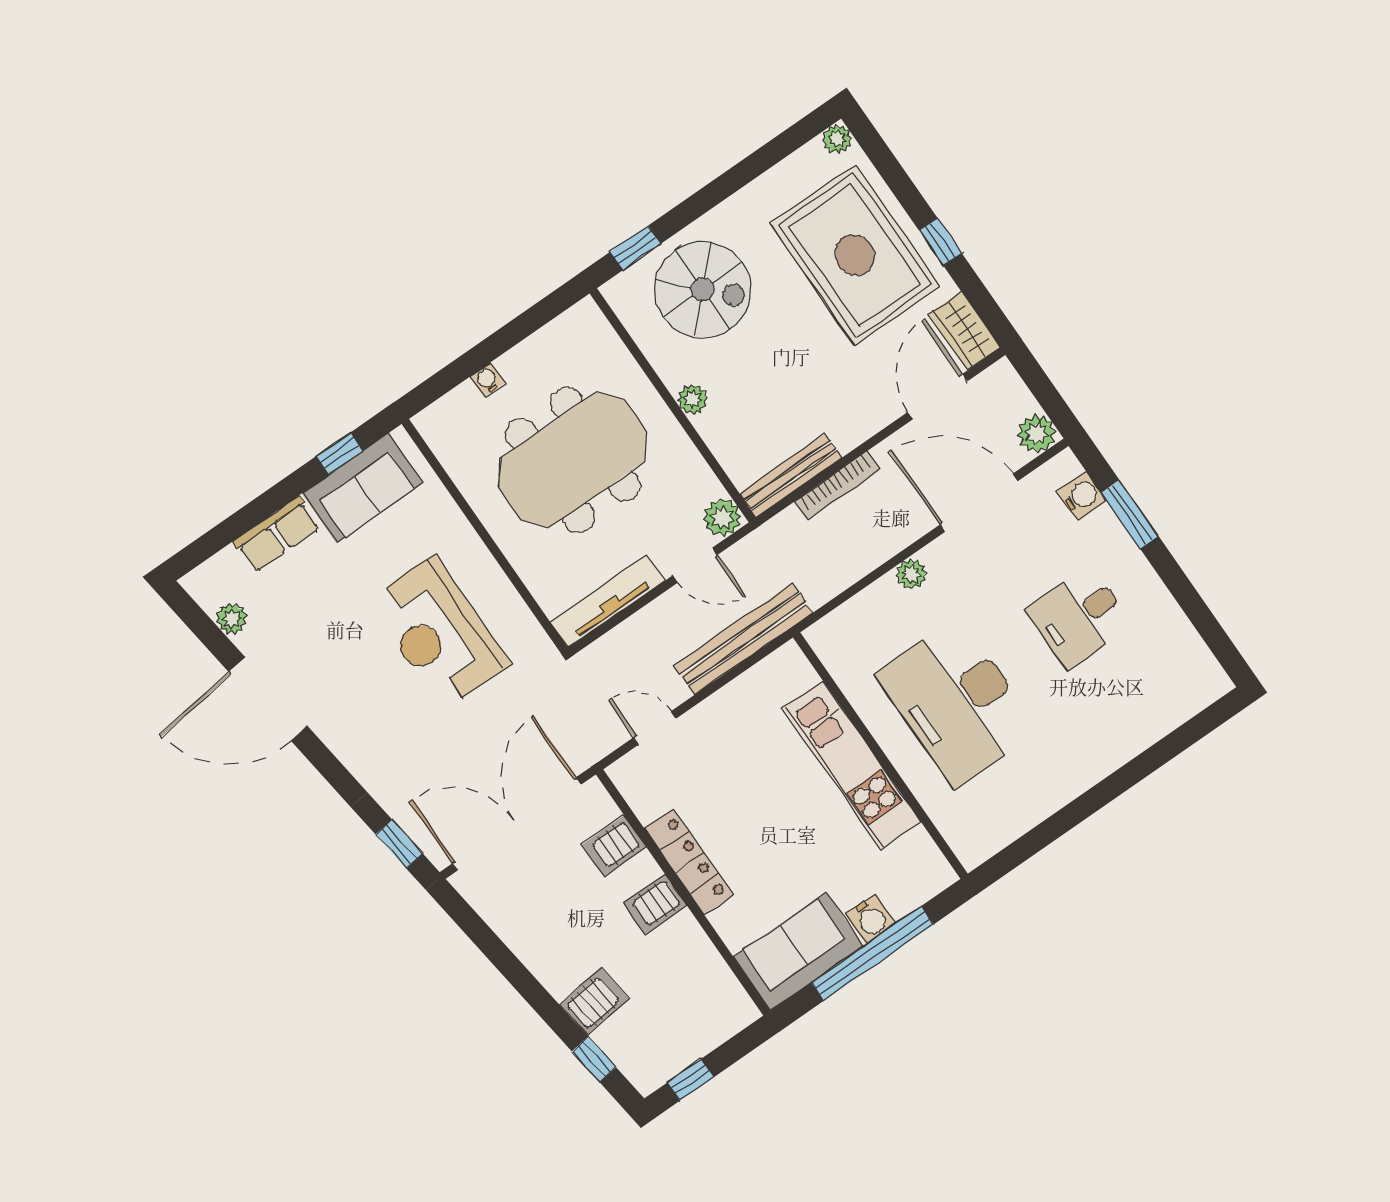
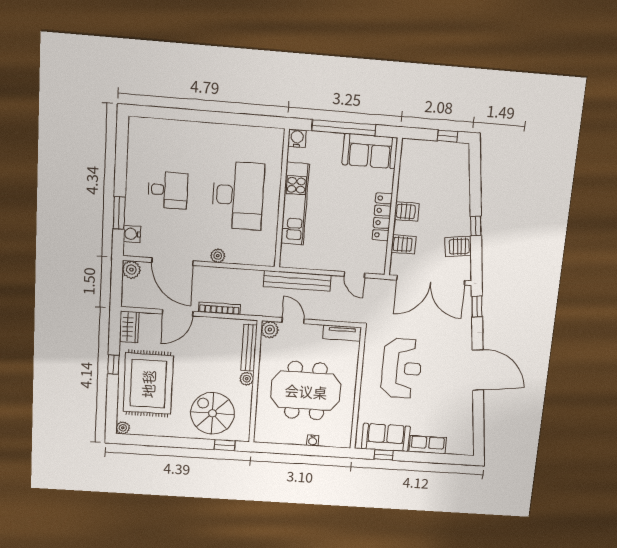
door: (938, 397) -> (178, 313), moved
bench: (791, 475) -> (249, 348), moved, turned 90
tv unit: (607, 601) -> (342, 333), width x0.71
plant: (232, 619) -> (467, 429), removed
door: (268, 699) -> (478, 370), moved
water cooler: (871, 919) -> (297, 138), moved
server rack: (595, 1001) -> (458, 247), moved
window: (594, 1059) -> (476, 226), moved

